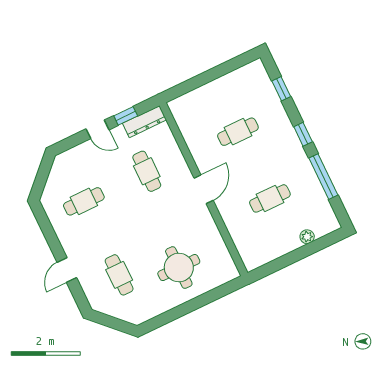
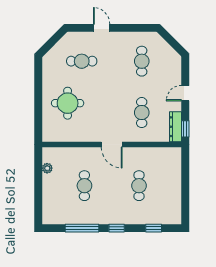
window: (126, 116) -> (185, 129), moved
cafe table: (147, 171) -> (142, 113), turned 90
plant: (307, 237) -> (47, 168), moved

